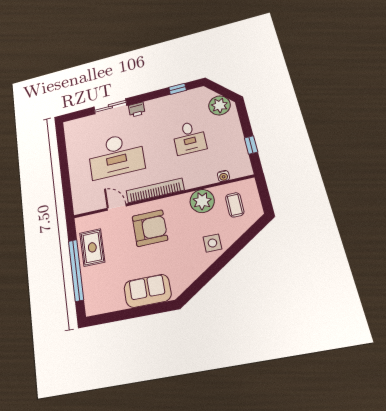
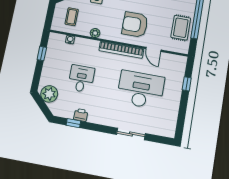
printer: (137, 110) -> (81, 115), moved
window: (66, 184) -> (187, 84), added
plant: (202, 201) -> (95, 33), width x0.53, depth x0.53

